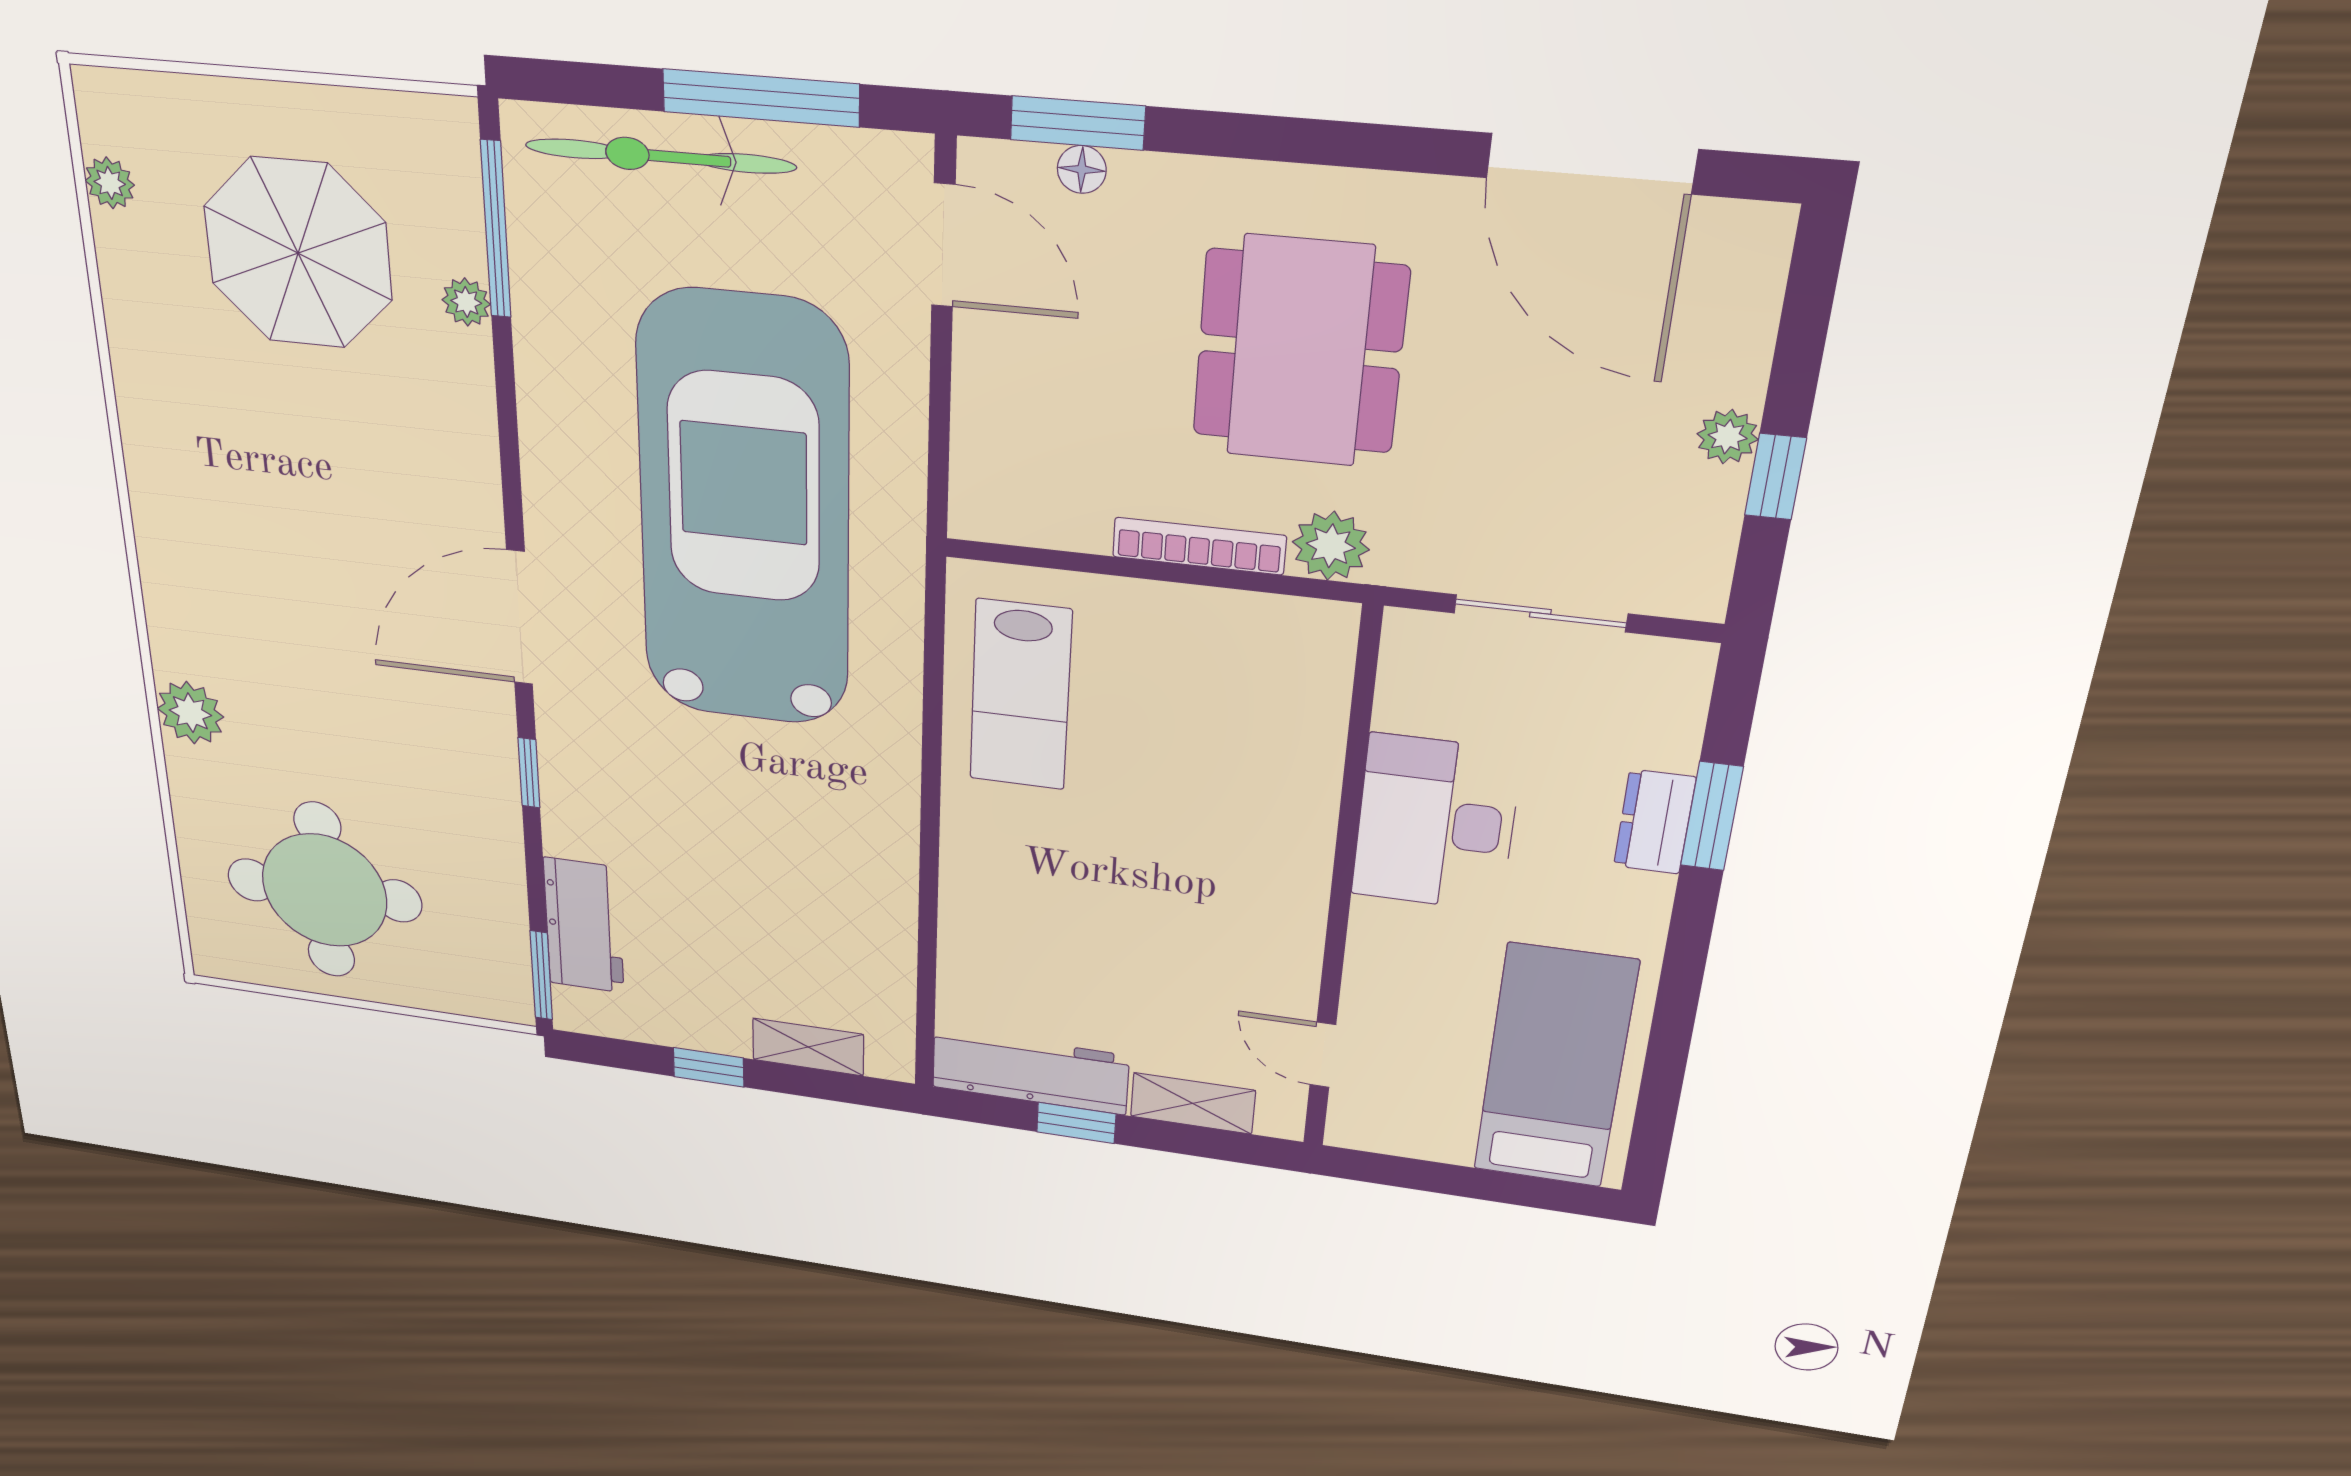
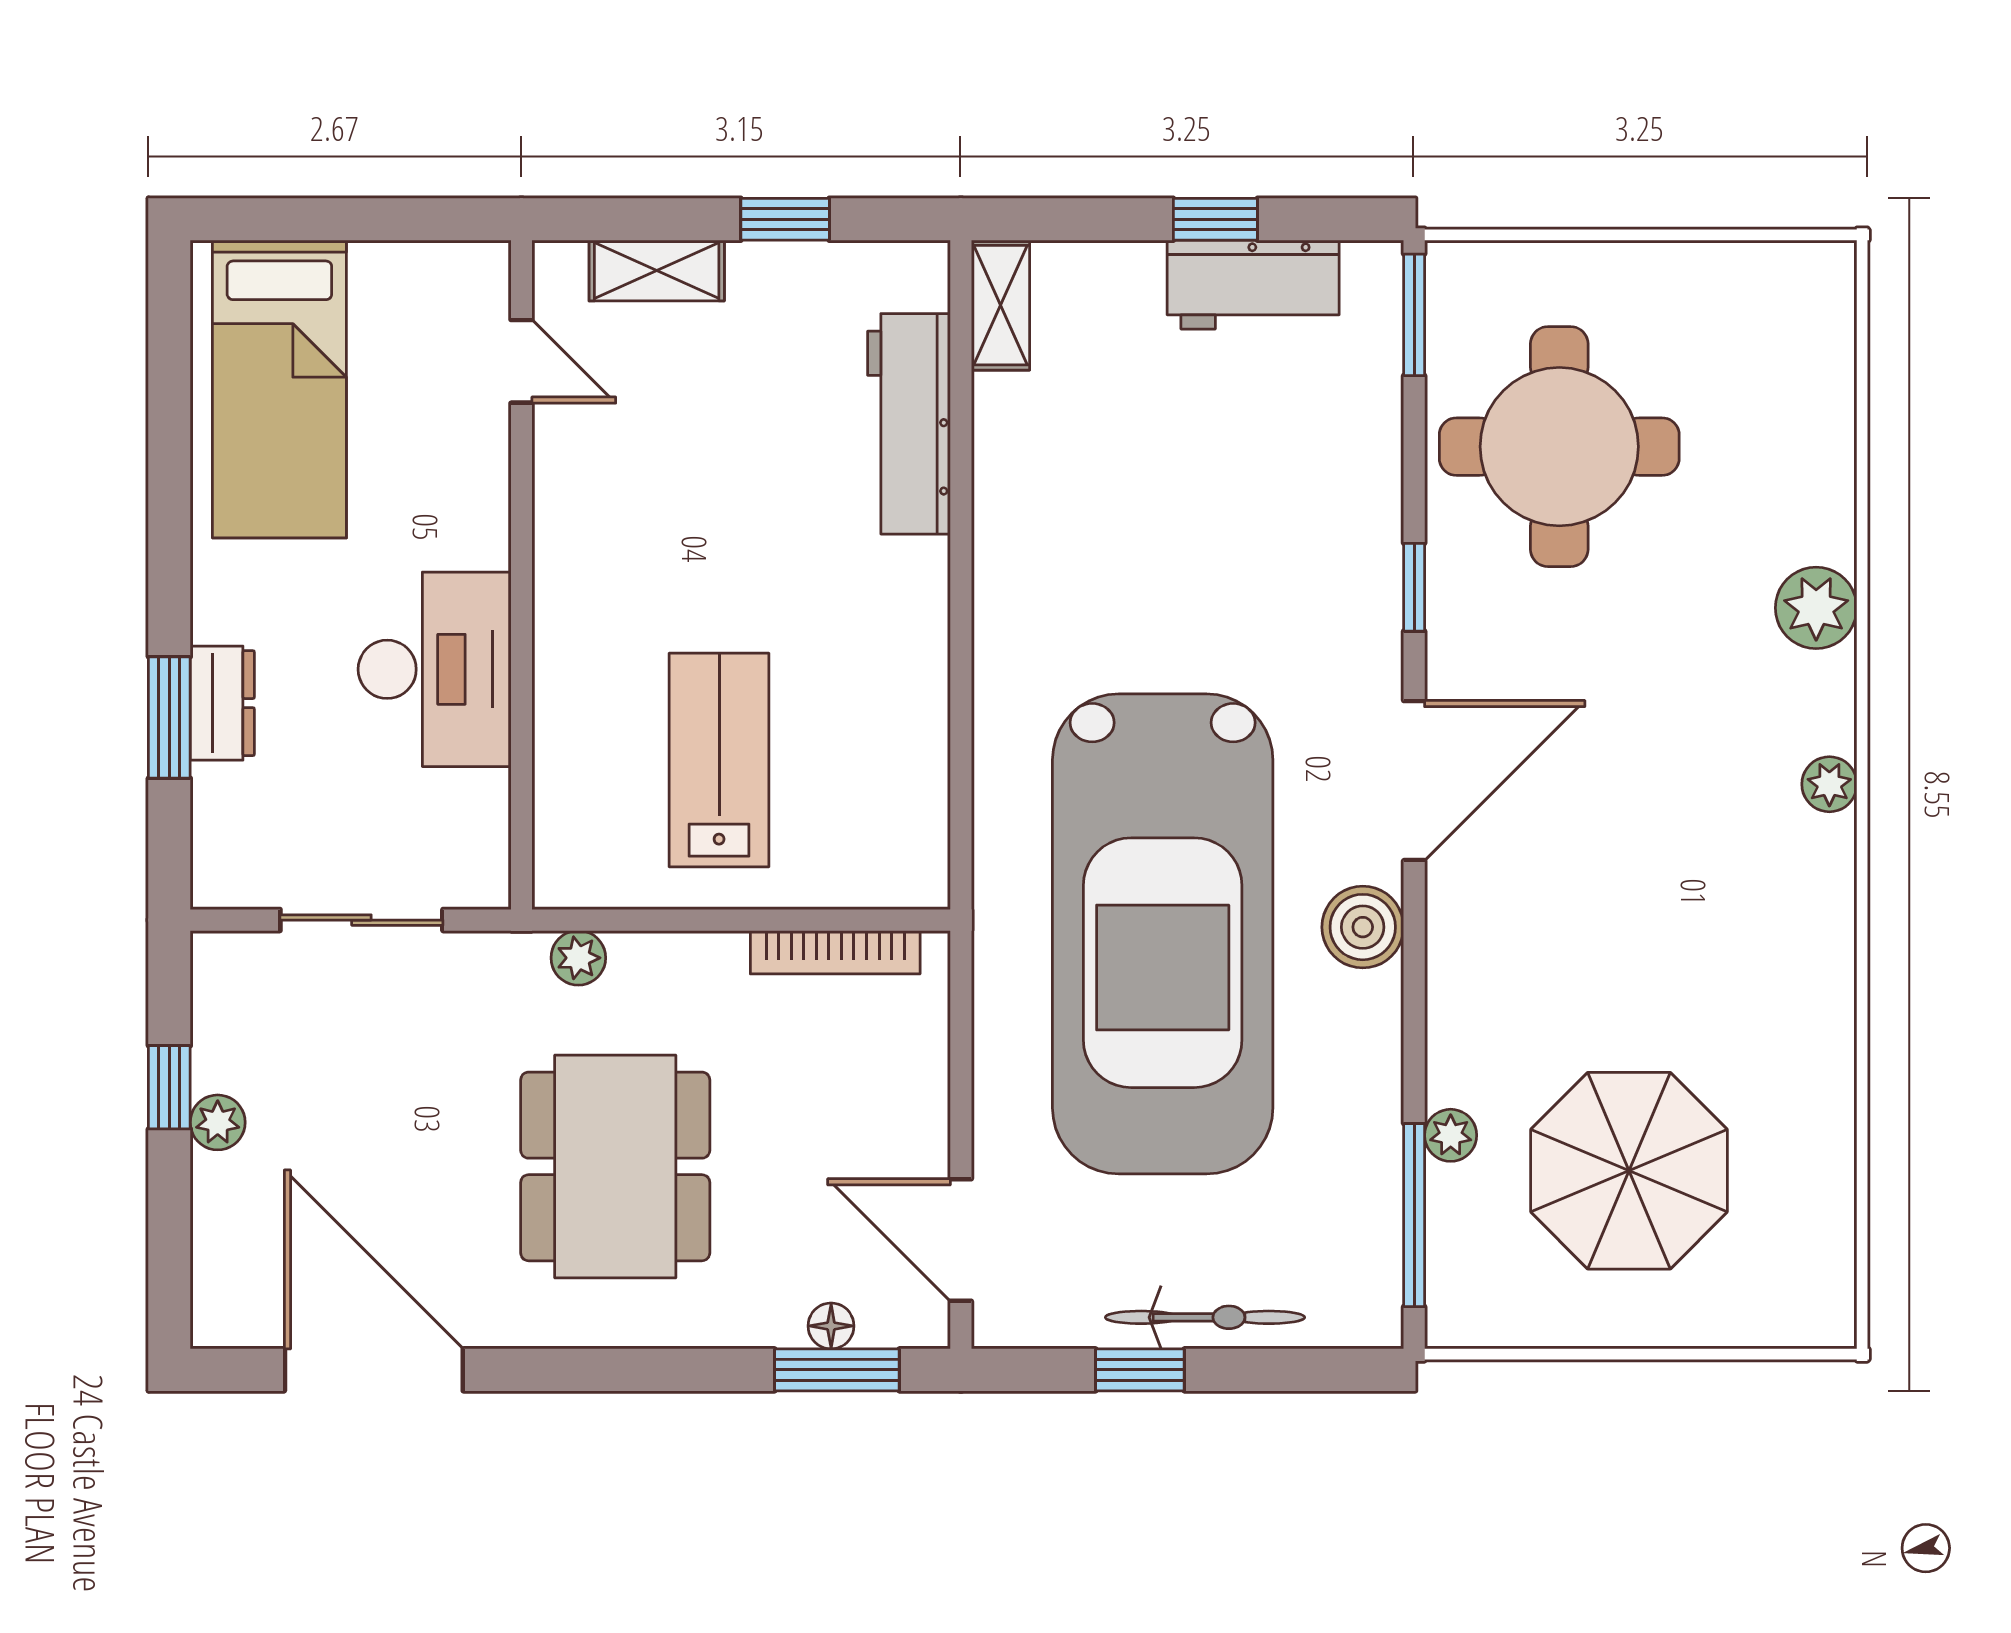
window: (761, 98) -> (1140, 1370), width x0.46
bicycle: (660, 156) -> (1205, 1317), width x0.73, depth x0.71
plant: (110, 183) -> (1829, 784), moved
boiler: (559, 498) -> (1363, 927), added
bookcase: (1199, 546) -> (835, 952), moved
plant: (1331, 546) -> (578, 958), width x0.73, depth x0.73
lab bench: (1020, 695) -> (719, 760), moved
round table: (324, 890) -> (1559, 447), moved
workbench: (584, 925) -> (1253, 285), moved, turned -90
shelving: (808, 1047) -> (1001, 305), moved, turned 90
workbench: (1030, 1071) -> (909, 424), moved, turned 90

